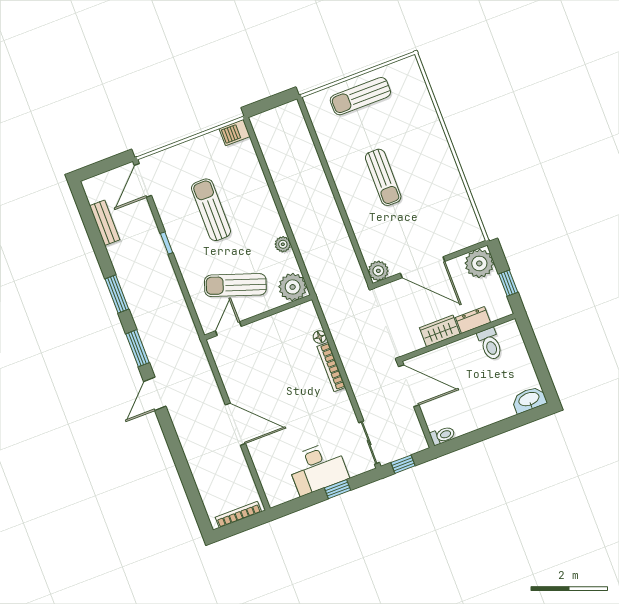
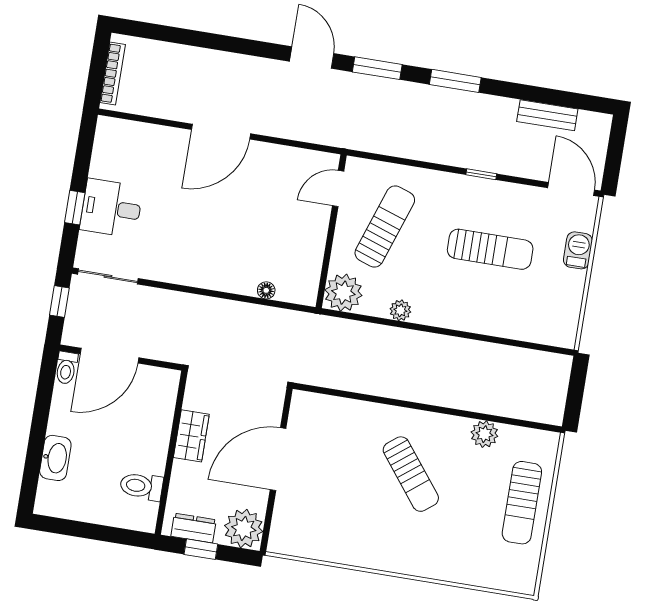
sun lounger: (360, 96) -> (522, 503), turned 180
barbecue: (235, 132) -> (578, 250), moved
sun lounger: (383, 177) -> (411, 474), turned -128
plant: (378, 271) -> (484, 434), moved
dresser: (473, 320) -> (194, 528), moved, turned -90
door: (228, 329) -> (338, 188), swing flipped
bookcase: (331, 367) -> (223, 283), removed
door: (409, 386) -> (110, 356), moved
washbasin: (529, 400) -> (55, 458), moved
desk: (318, 468) -> (111, 208), width x0.73

